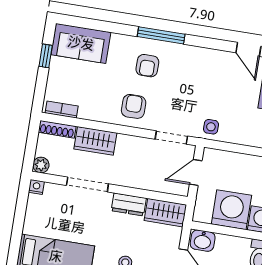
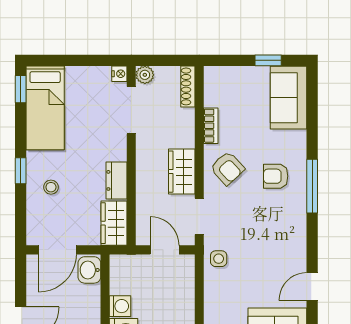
armchair: (134, 106) -> (227, 168), turned 47
bookcase: (62, 110) -> (211, 126), moved
wardrobe: (95, 141) -> (182, 172), moved
doorway: (87, 185) -> (131, 110), moved
washing machine: (231, 210) -> (120, 306), width x0.53, depth x0.53

